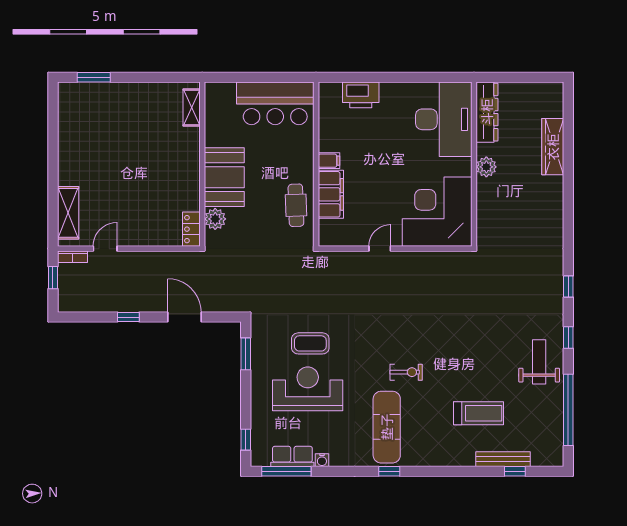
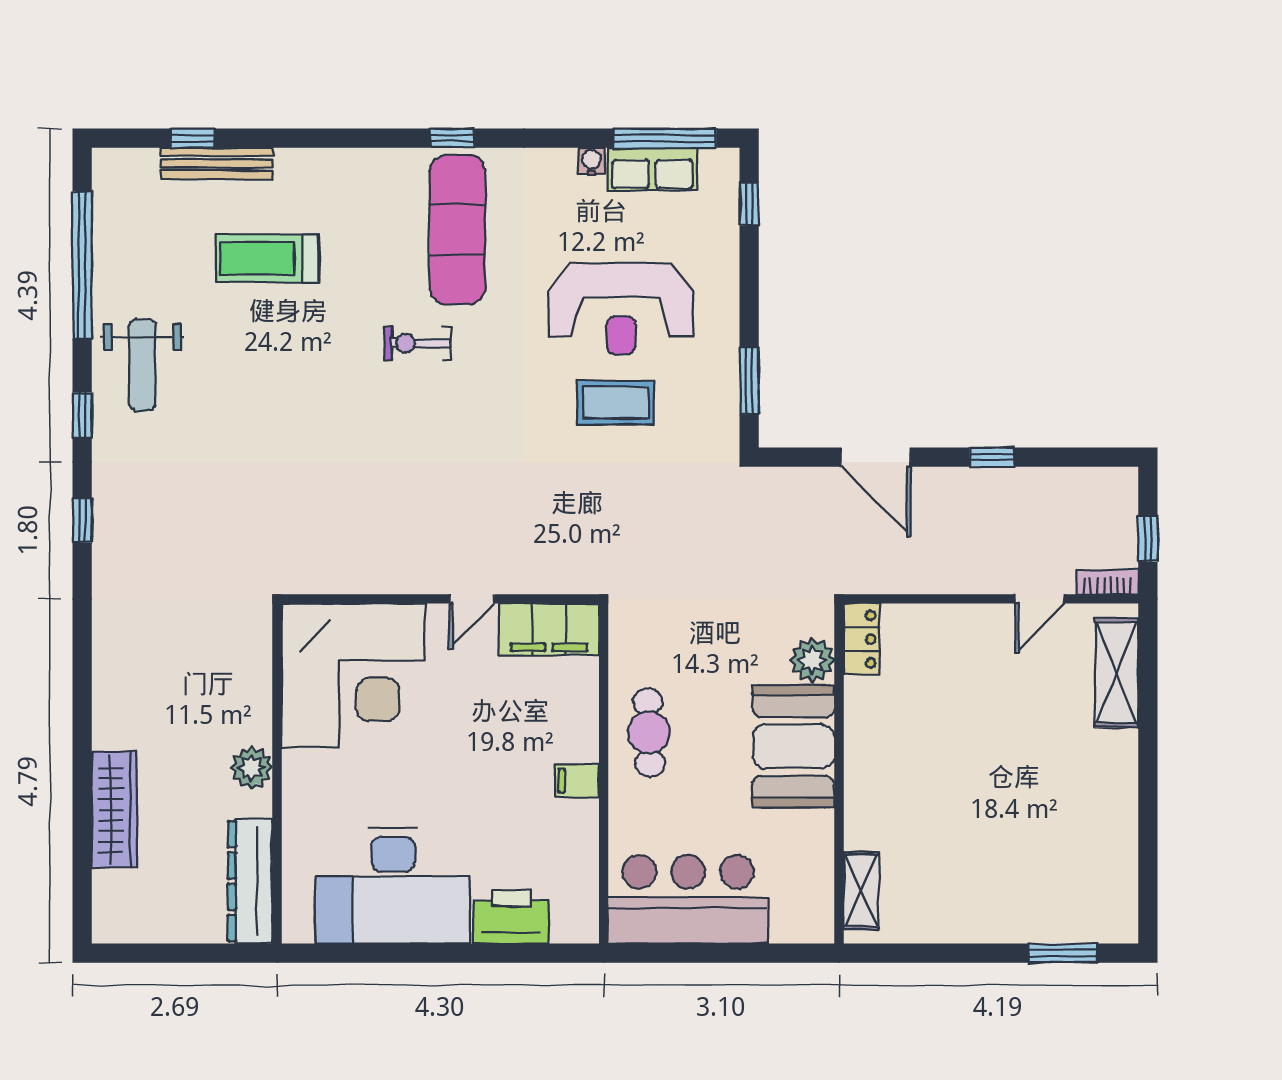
desk: (444, 119) -> (393, 886), moved, turned -90
filing cabinet: (331, 194) -> (549, 629), moved, turned -90
cafe table: (296, 205) -> (649, 732), moved

